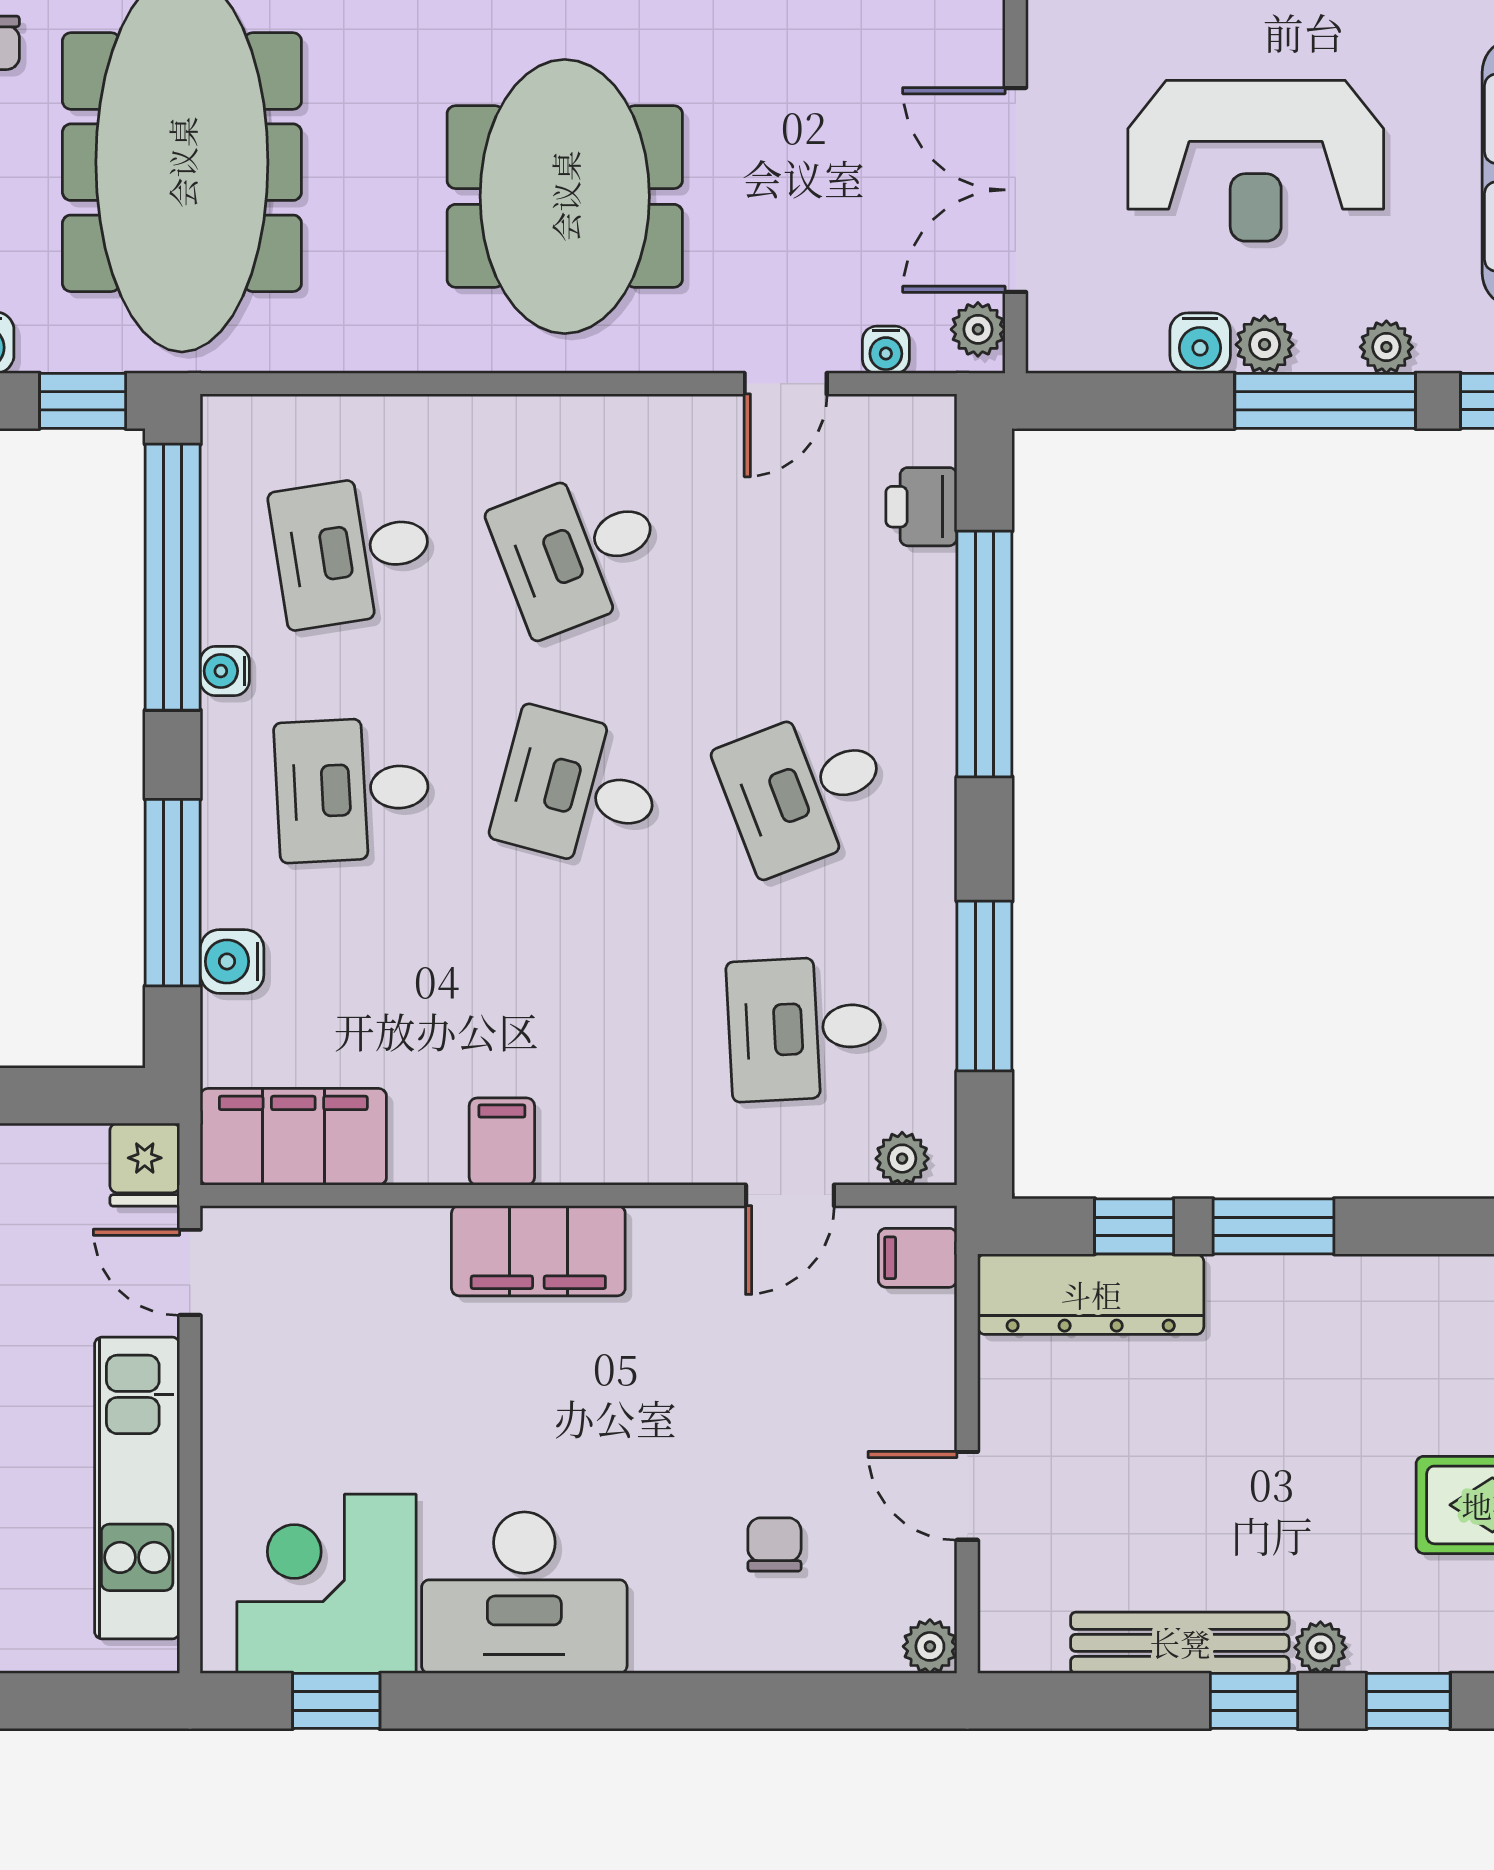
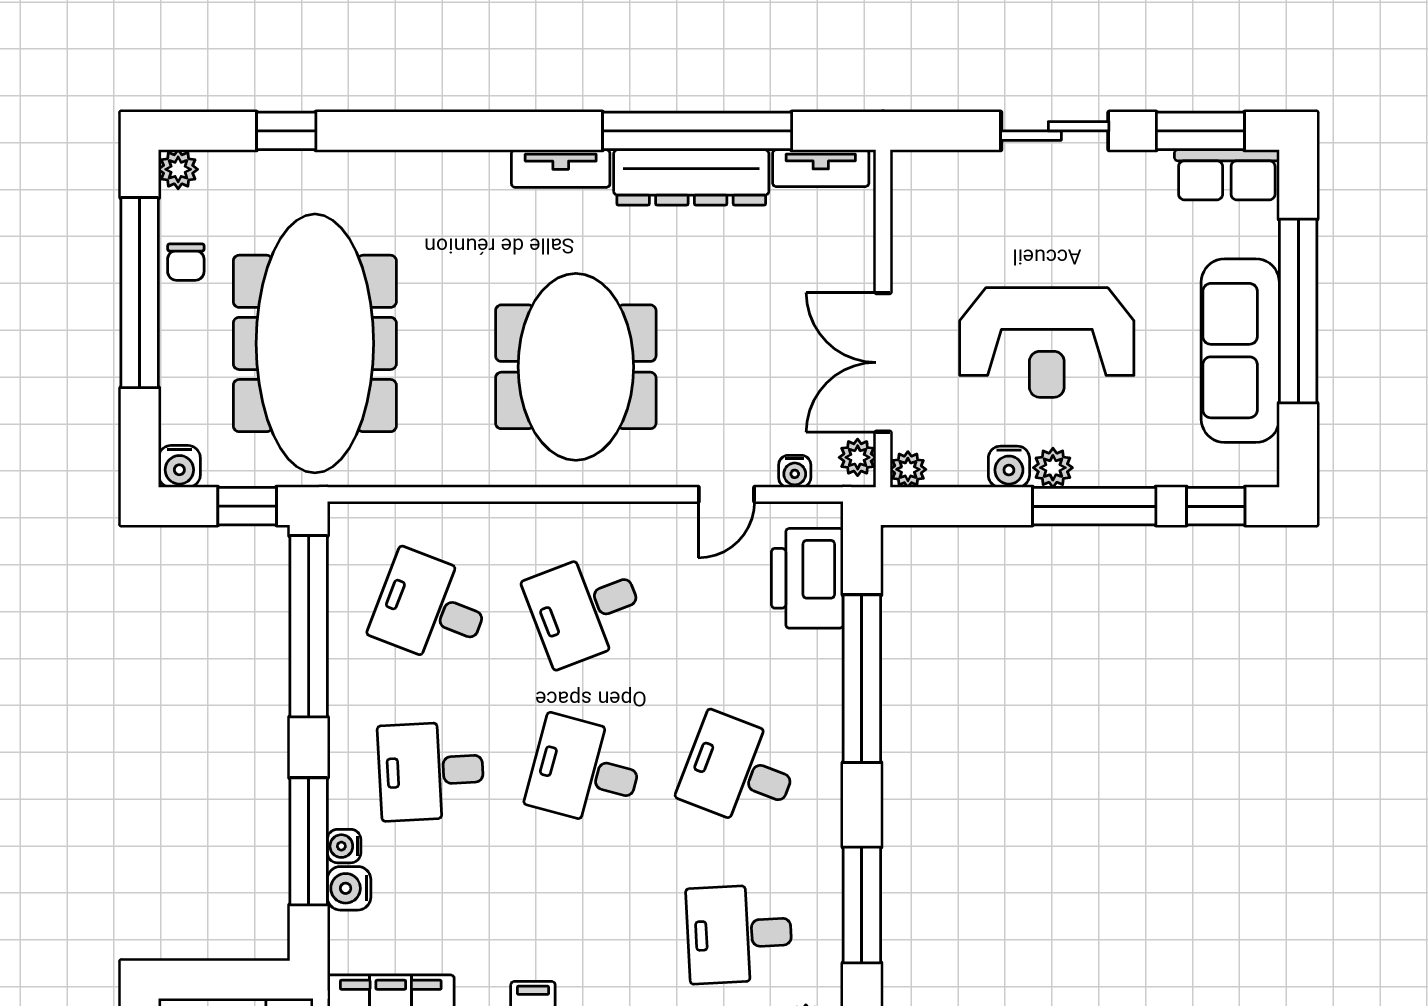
plant: (1386, 347) -> (908, 469), moved
printer: (921, 507) -> (807, 578), width x1.87, depth x1.48
desk: (352, 551) -> (431, 608), turned 30
water cooler: (225, 671) -> (344, 846), moved
desk: (805, 789) -> (739, 771), turned 42

